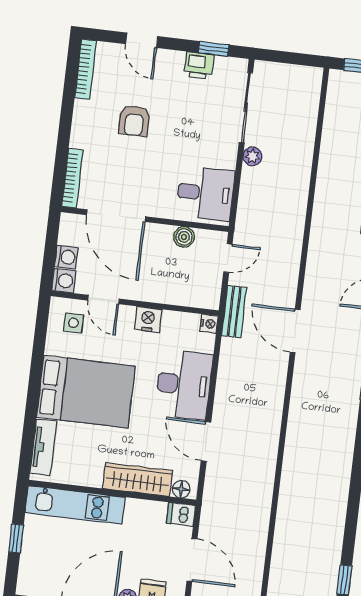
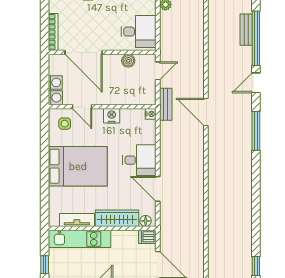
desk: (184, 384) -> (139, 160), width x0.73
tv unit: (43, 447) -> (77, 220), moved, turned -90

